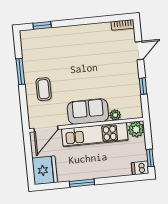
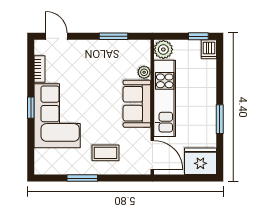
window: (42, 25) -> (31, 108), moved
bookcase: (123, 25) -> (40, 69), moved
corner sofa: (71, 45) -> (57, 116), added
door: (139, 51) -> (56, 36), moved
window: (143, 86) -> (113, 36), width x1.50

